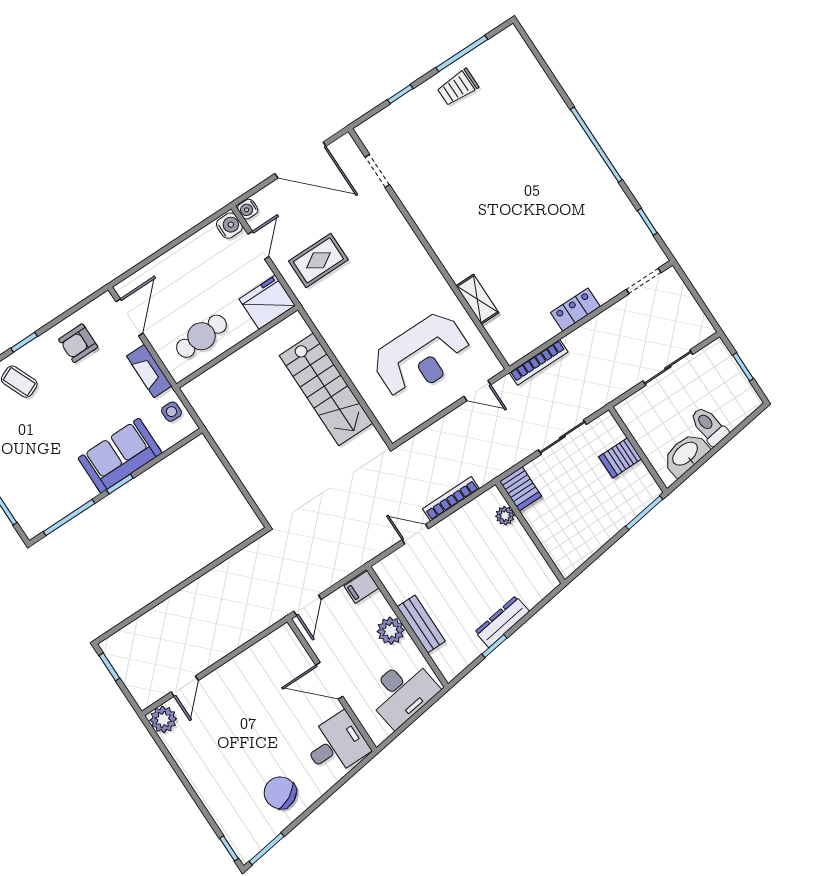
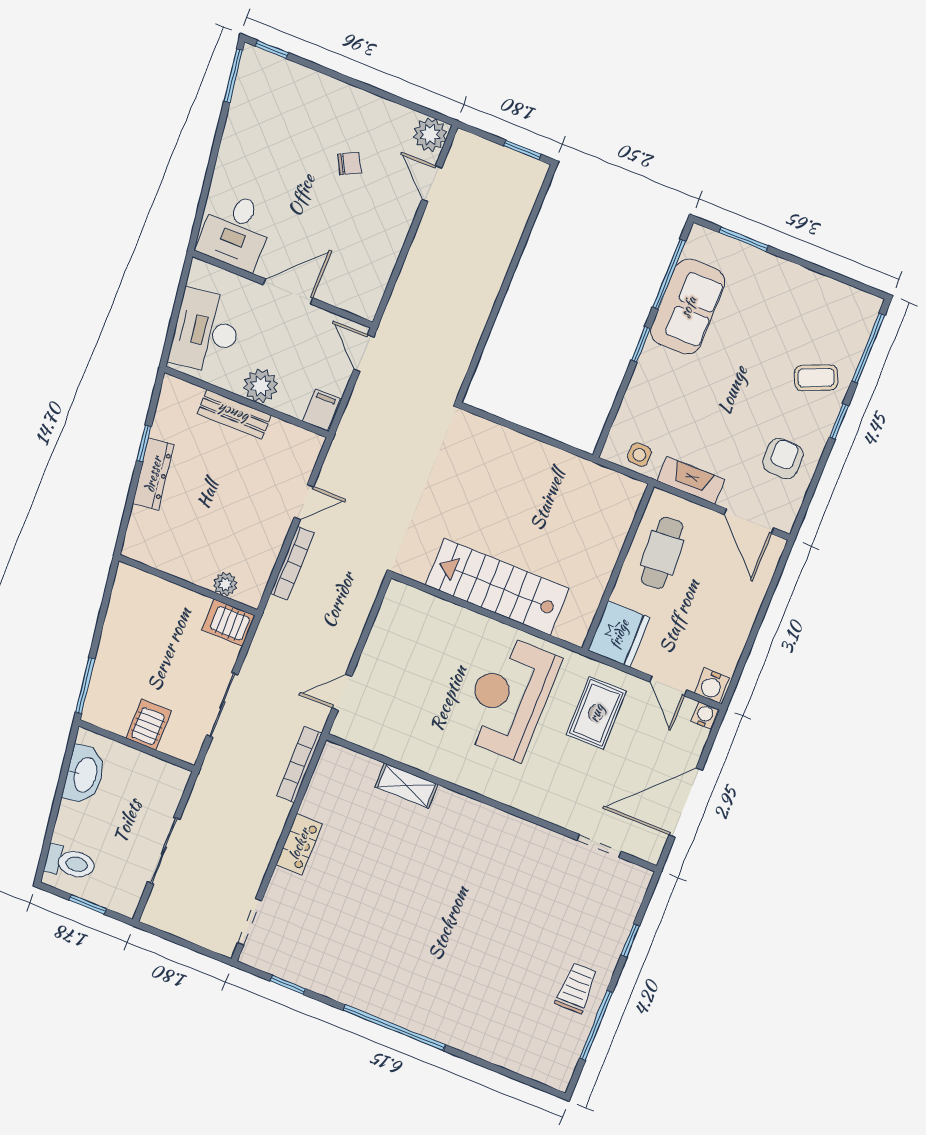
reception desk: (422, 356) -> (509, 697), moved
toilet: (709, 426) -> (70, 863), moved
sofa: (120, 456) -> (688, 307), moved
chair: (280, 793) -> (350, 163), moved, width x0.54, depth x0.54

